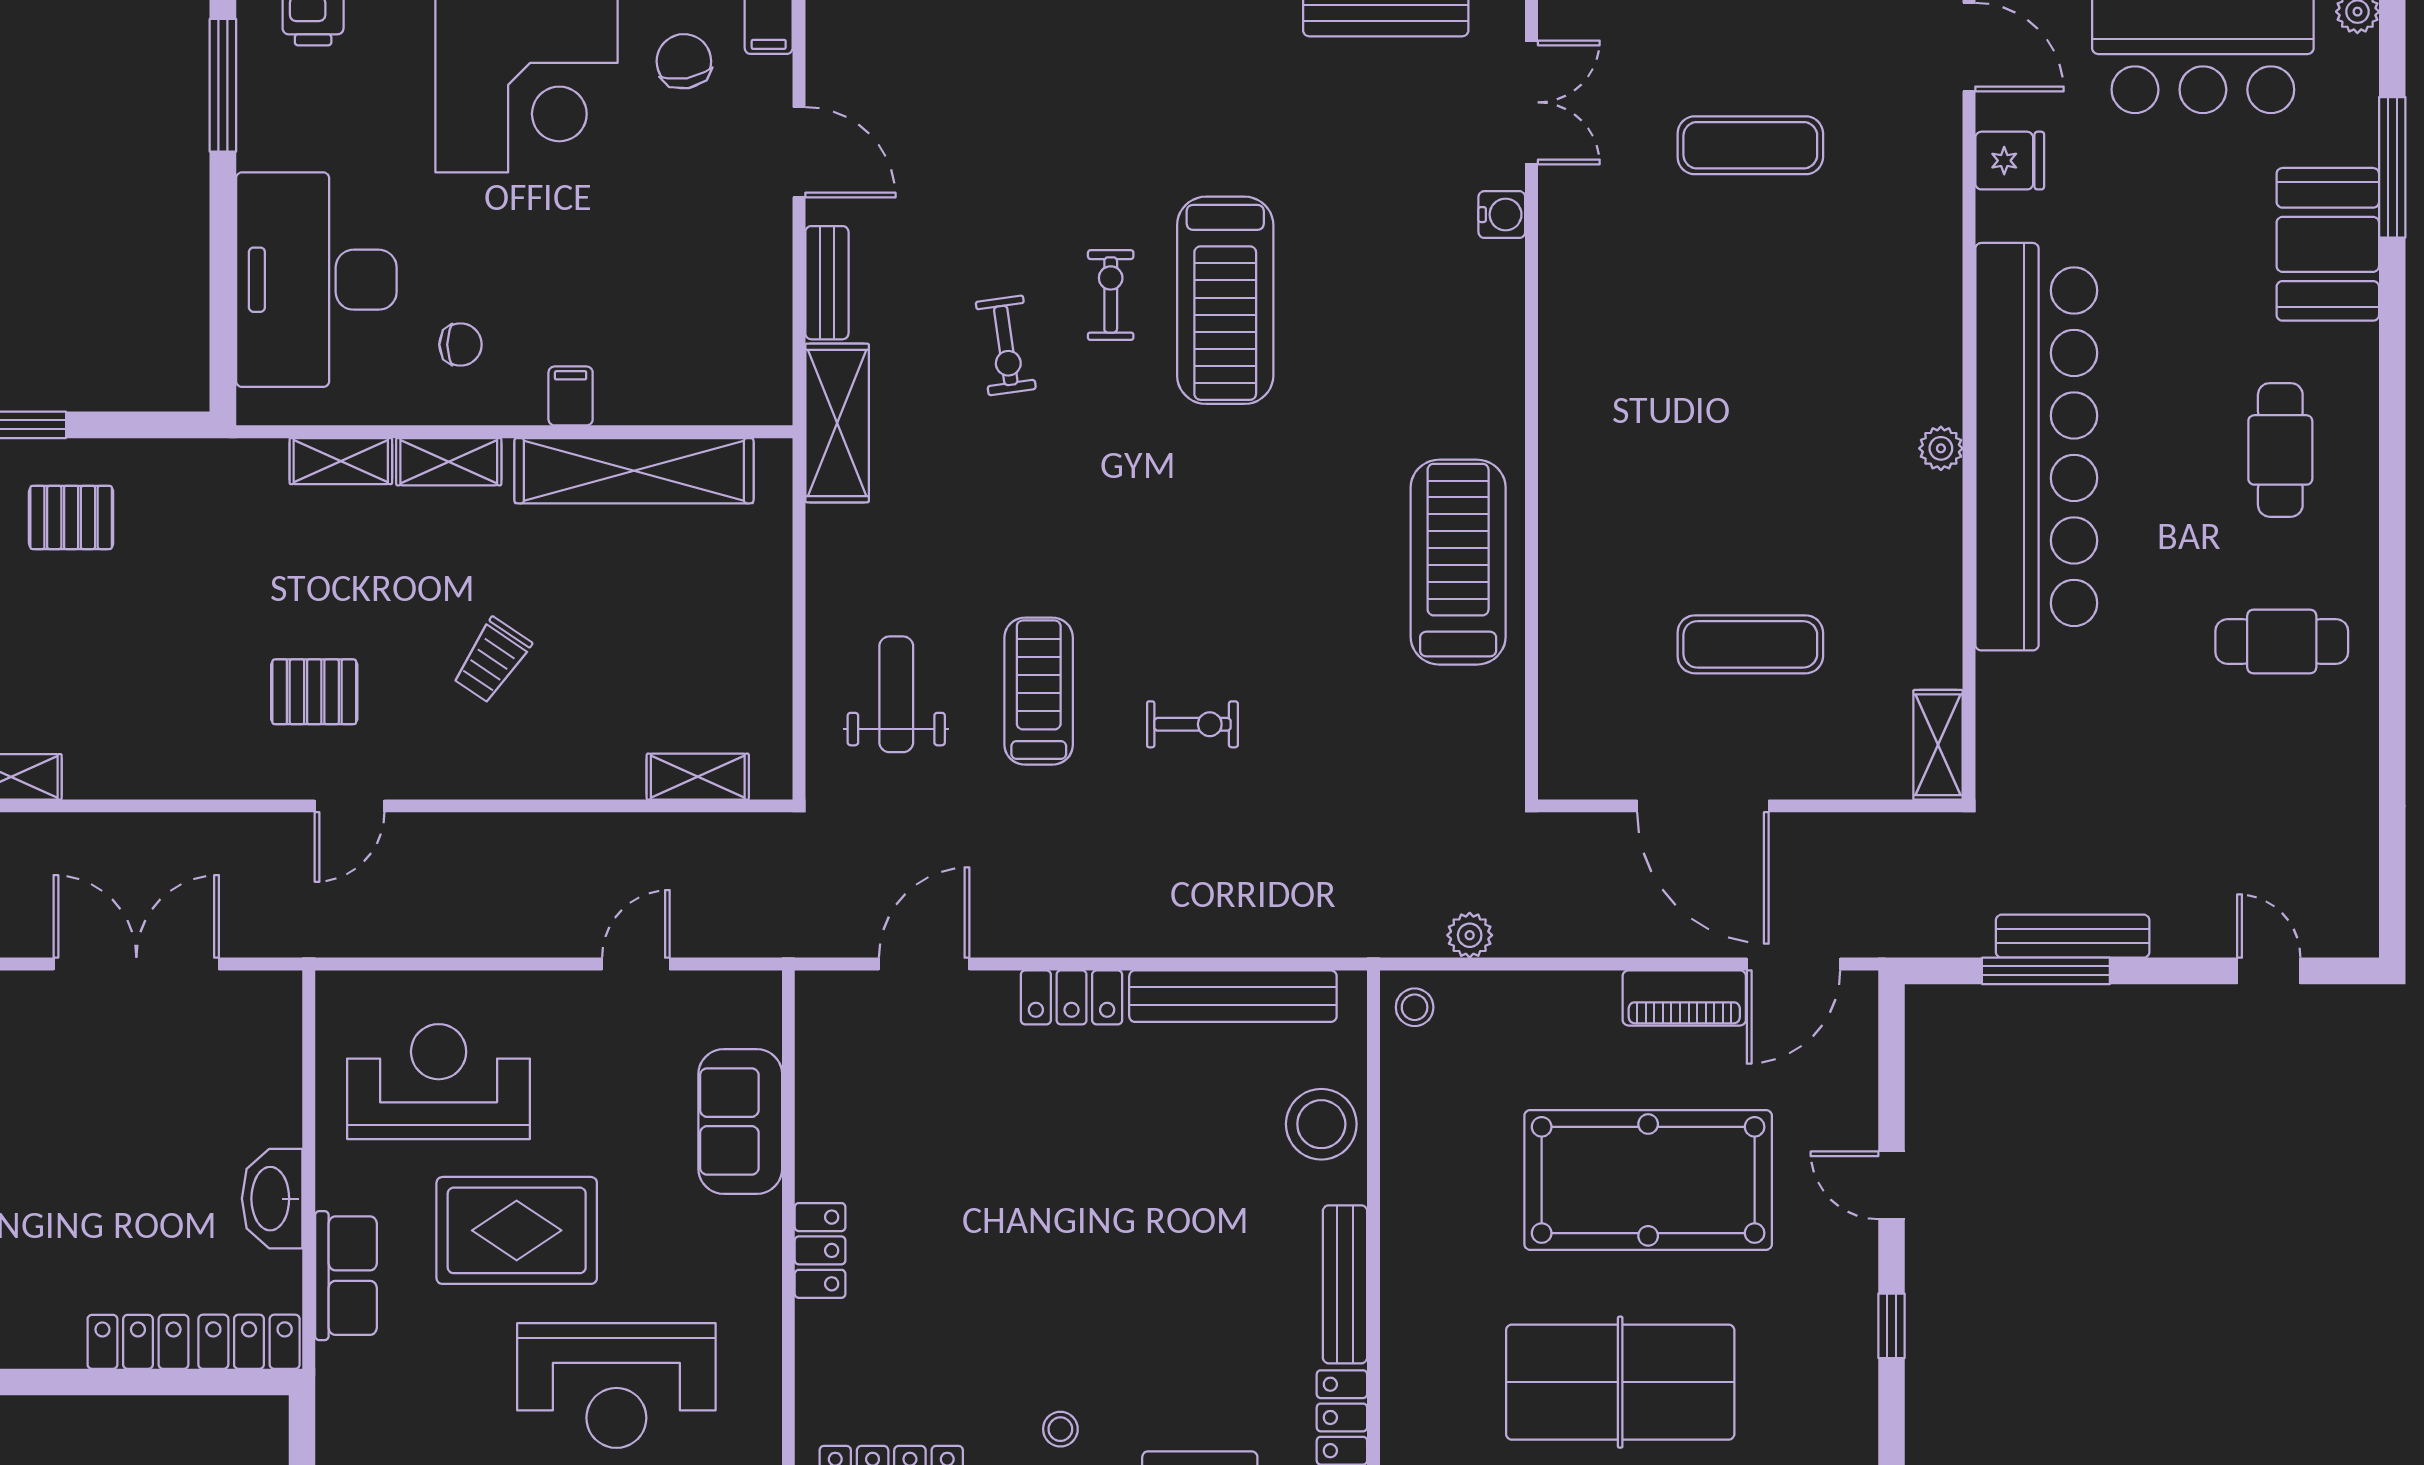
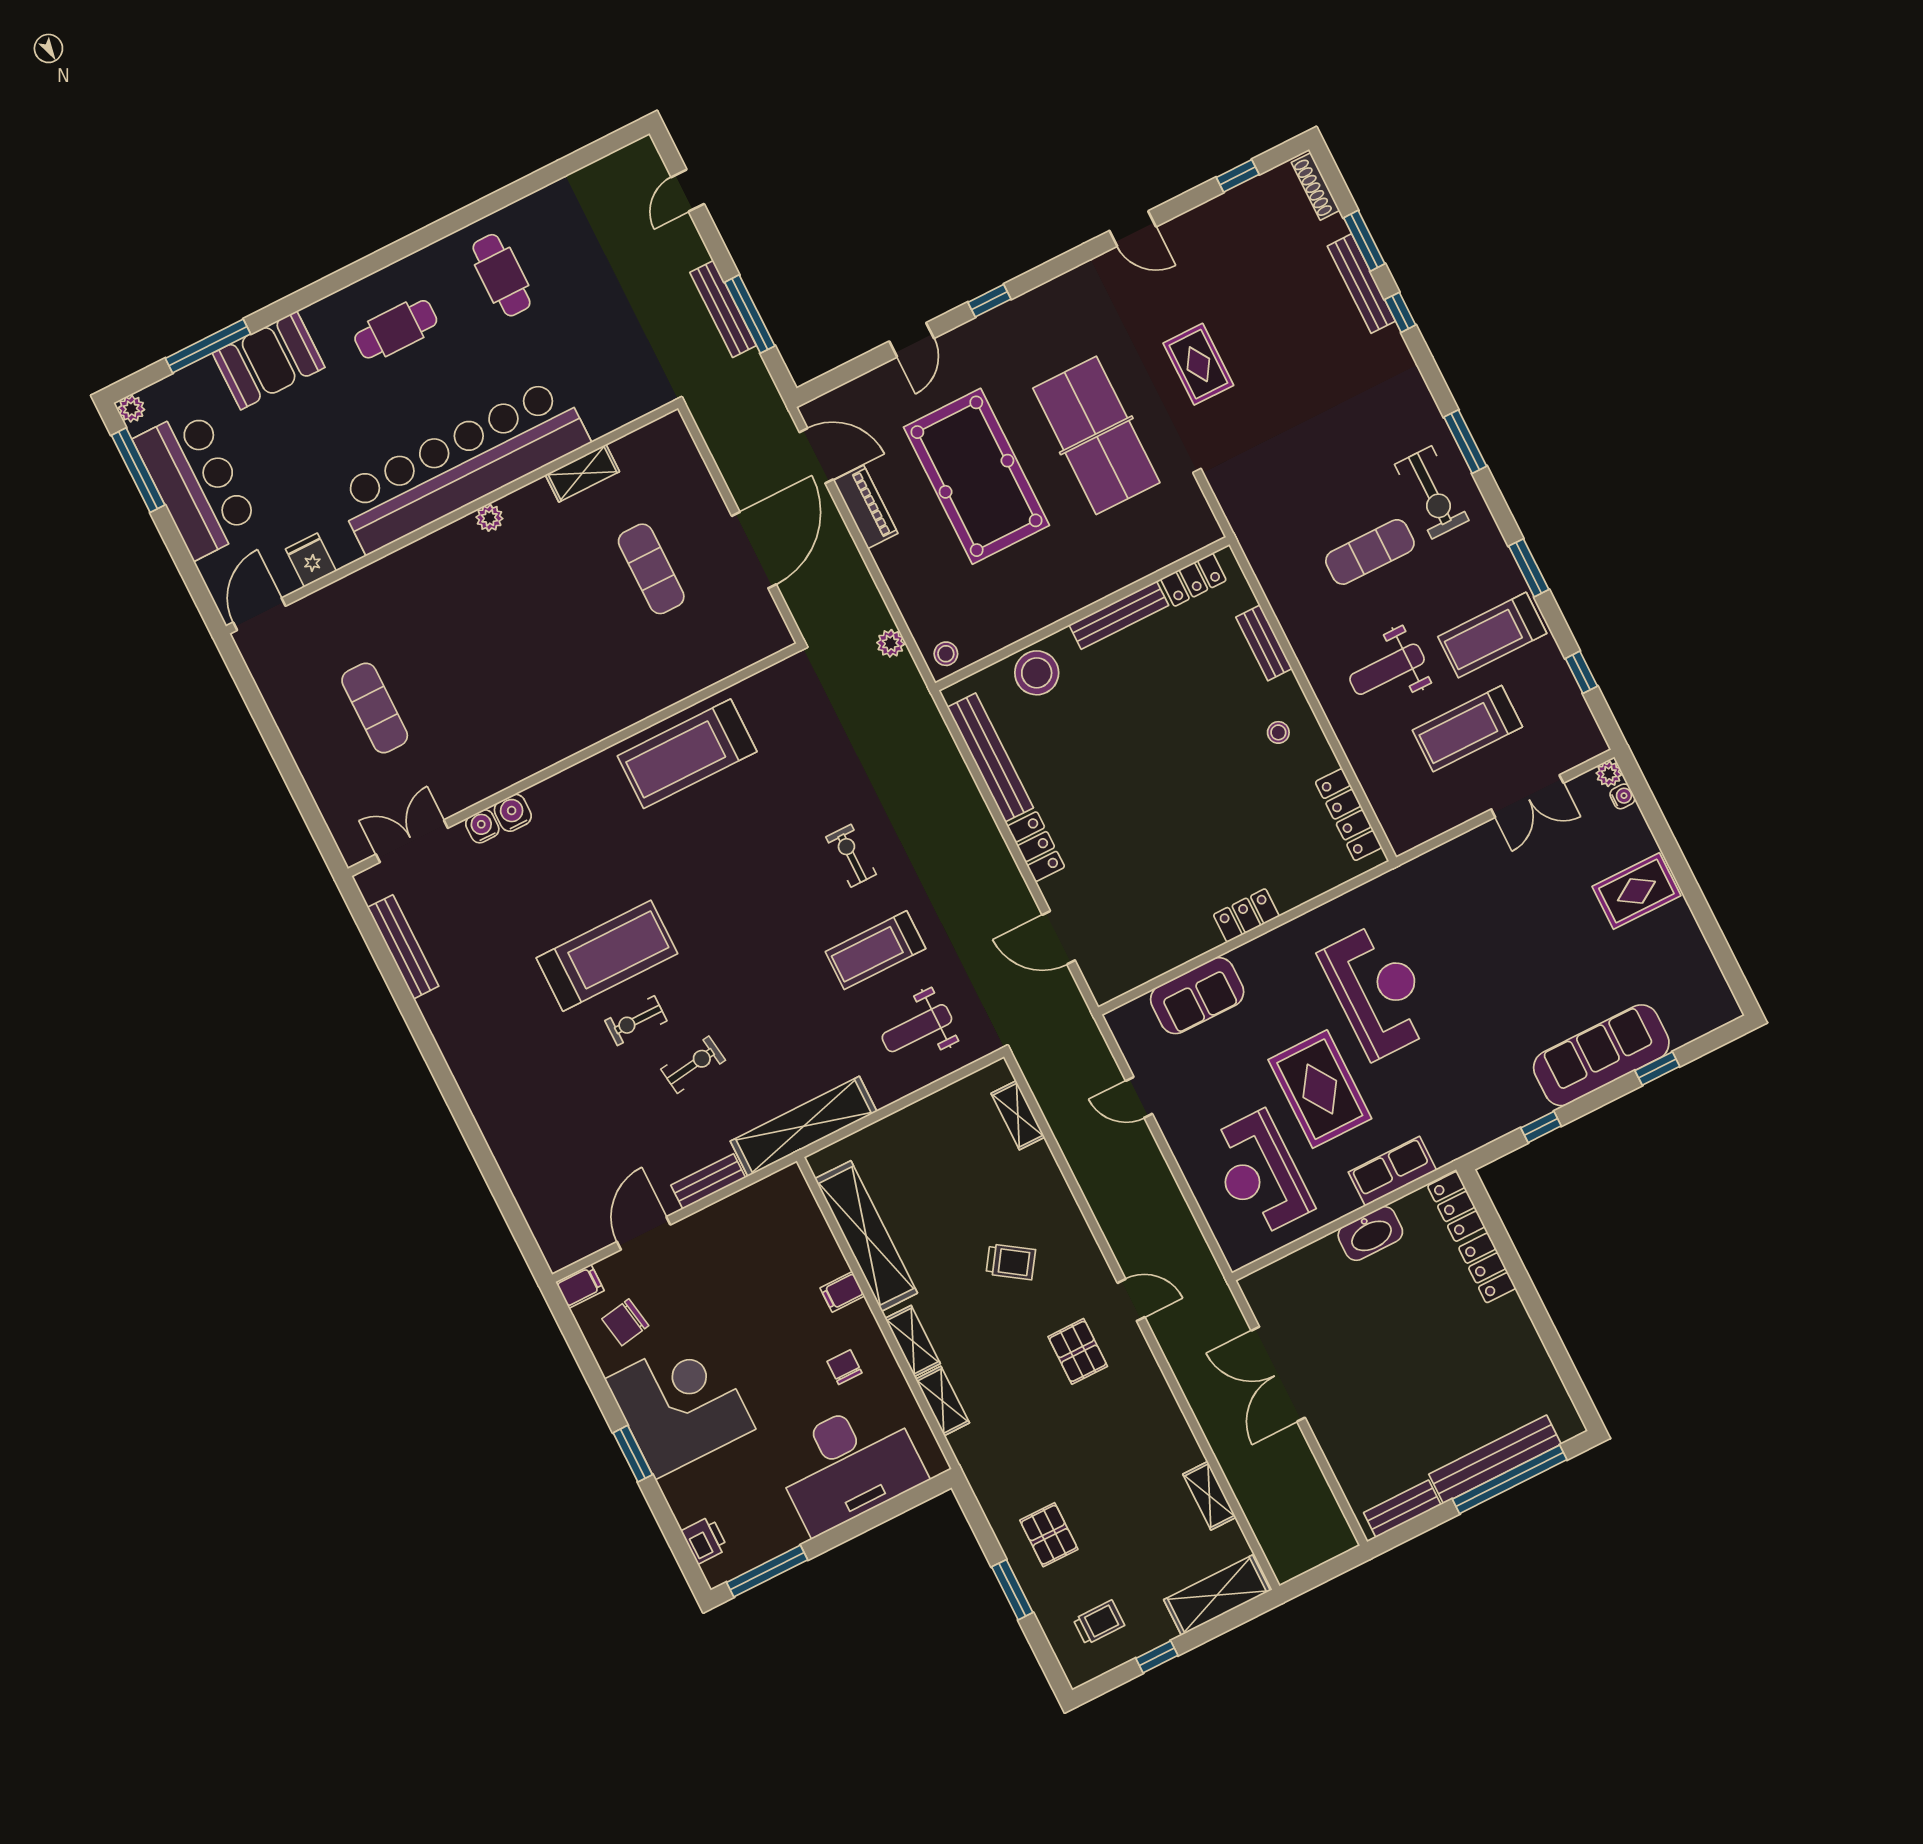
water cooler: (1499, 268) -> (513, 813), added
shelving: (837, 423) -> (804, 1126), width x1.47
shelving: (1938, 745) -> (582, 473), moved

